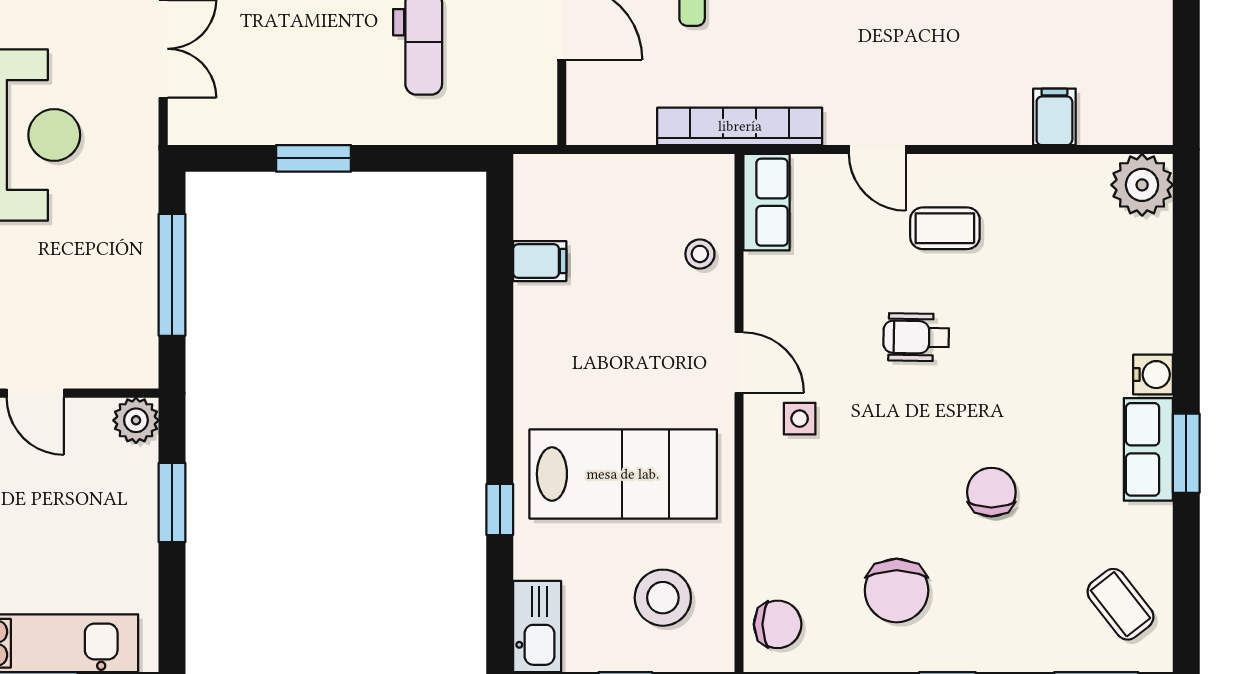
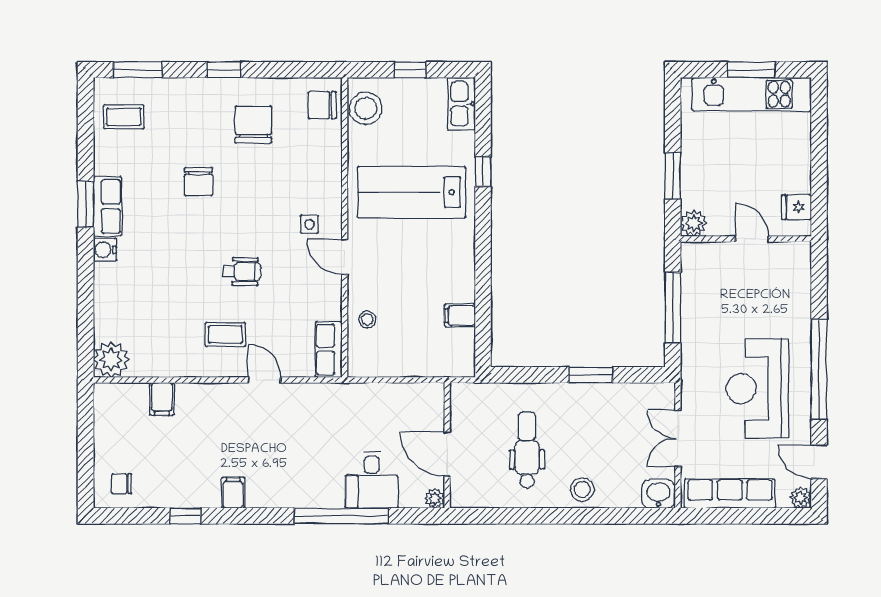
bookcase: (740, 126) -> (344, 393), removed
stool: (663, 598) -> (366, 108), moved
coffee table: (1120, 604) -> (124, 117), turned -52

